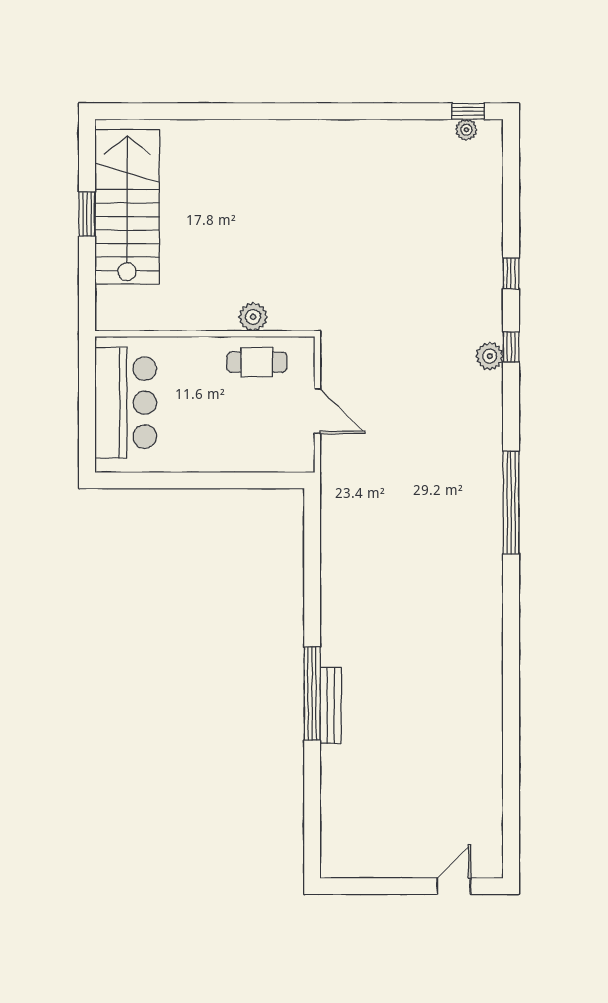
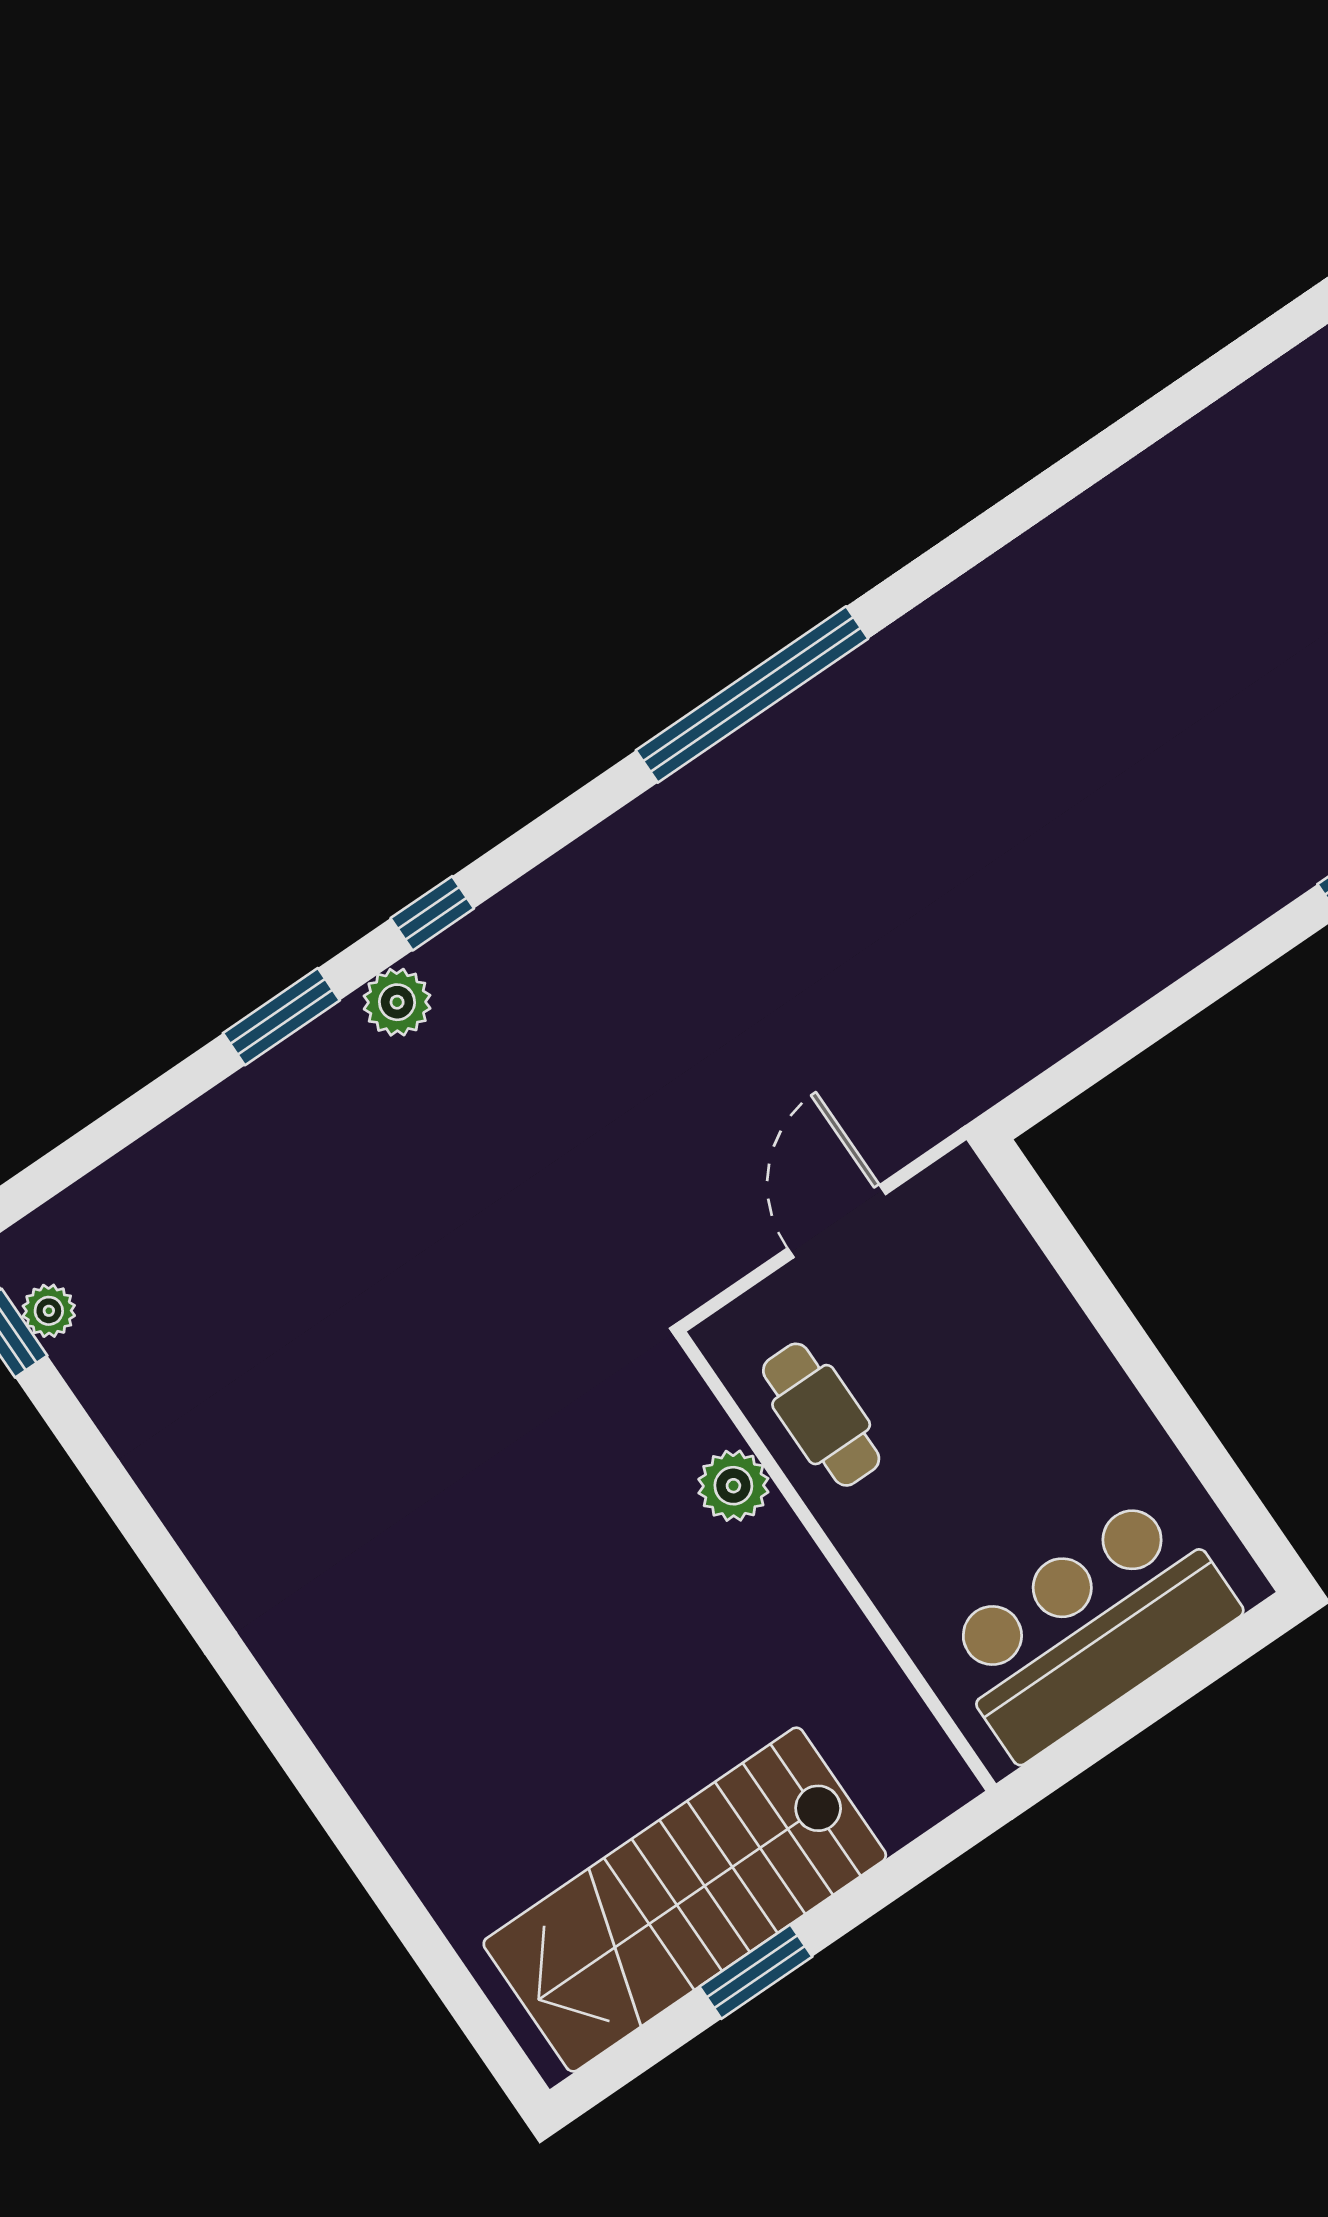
window: (511, 273) -> (281, 1017), width x1.50
plant: (490, 356) -> (397, 1002), moved

